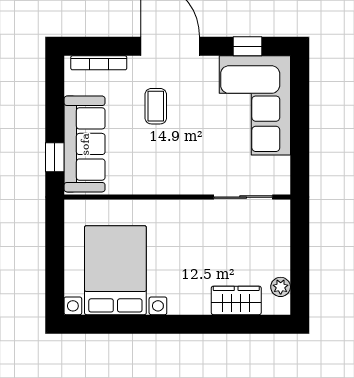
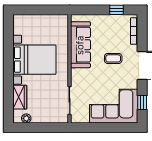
sofa: (85, 144) -> (80, 45), moved, turned -90
window: (55, 157) -> (117, 10), moved
bed with nightstands: (115, 270) -> (34, 60), moved

